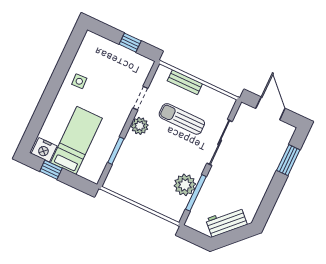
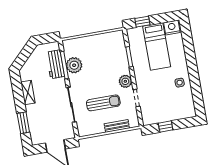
window: (51, 170) -> (142, 22), moved
shelving: (259, 191) -> (28, 93), added
workbench: (226, 222) -> (55, 64), moved, turned 135

